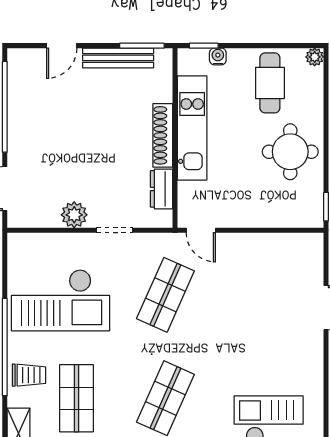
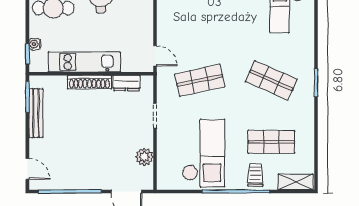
door: (62, 46) -> (27, 169), moved
plant: (74, 215) -> (144, 157), moved
door: (201, 230) -> (155, 56), hinge flipped
shop shelf: (165, 295) -> (200, 80), turned -36

